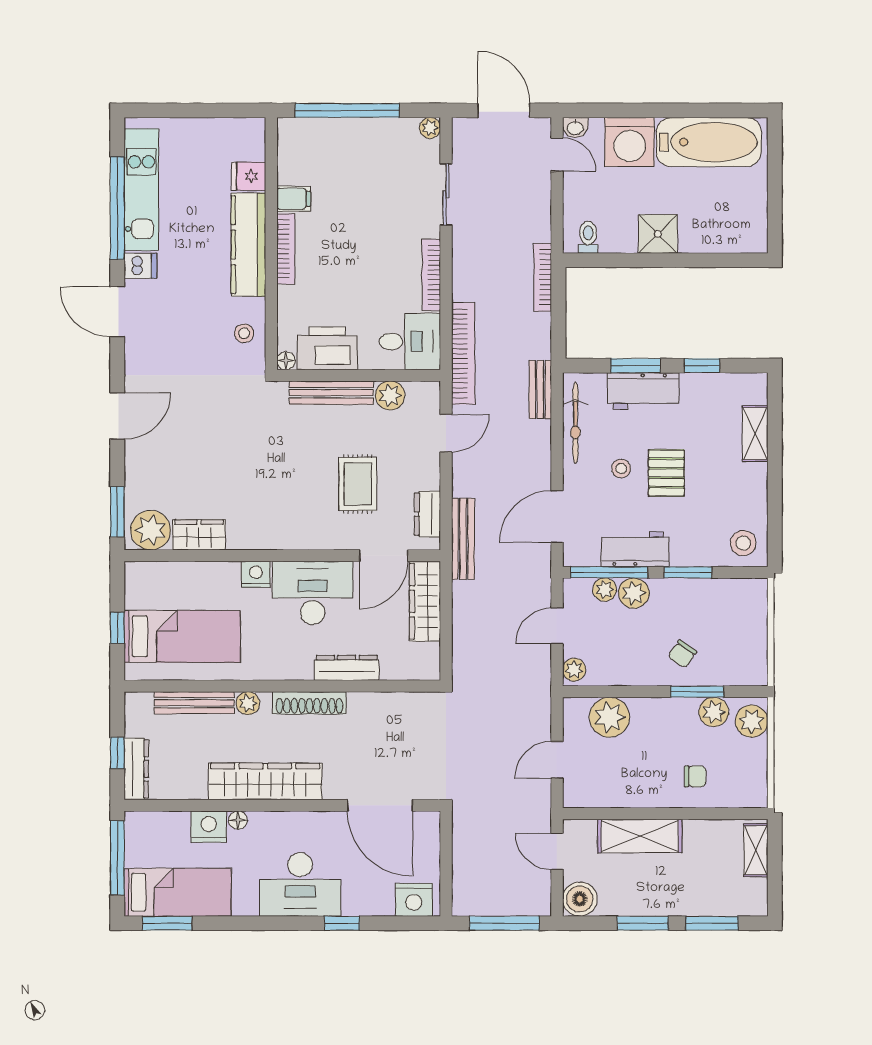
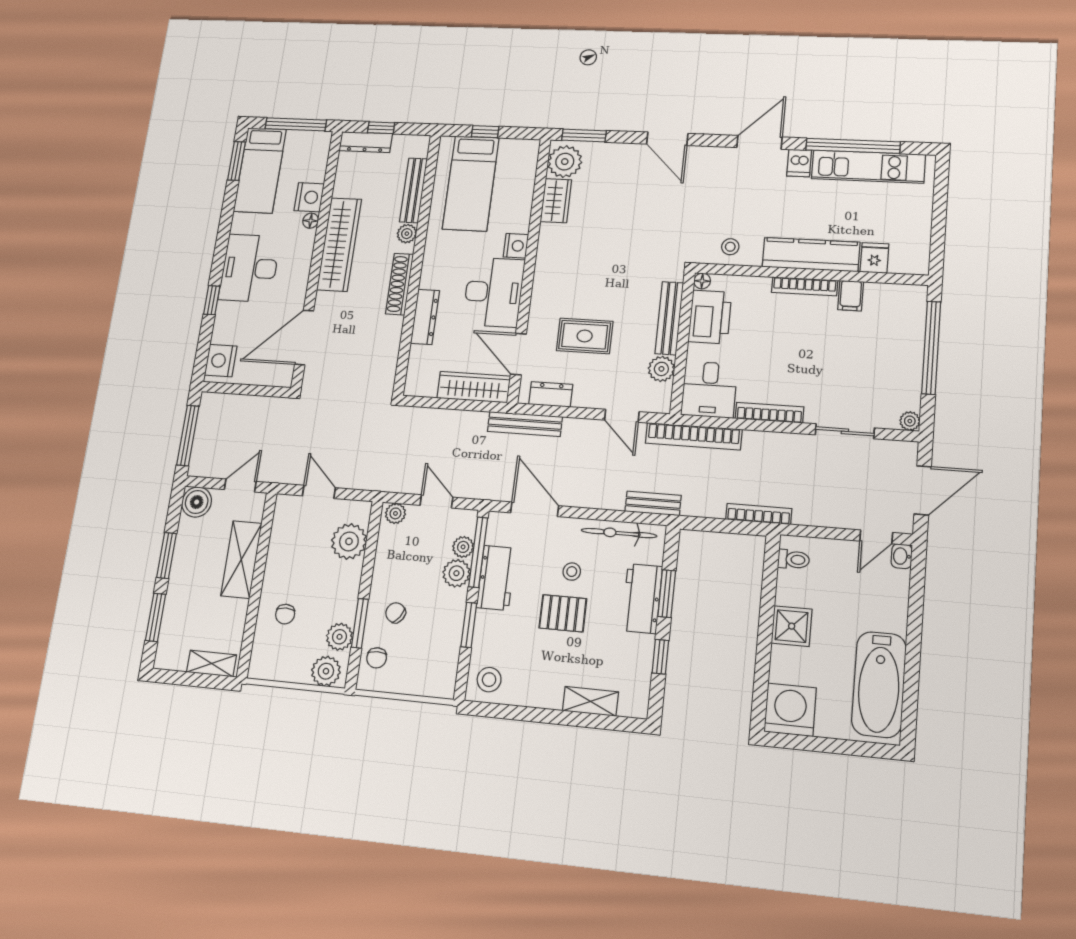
washing machine: (630, 142) -> (790, 710), moved, turned 90
chair: (732, 668) -> (377, 658), added

